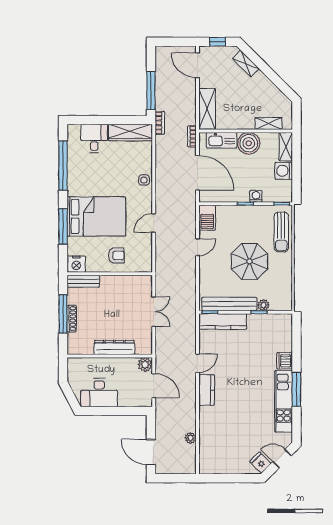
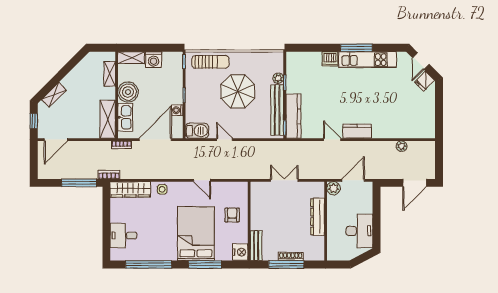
shelving: (207, 109) -> (108, 119), moved, turned 90
wardrobe: (130, 132) -> (130, 189), moved, turned 90
washing machine: (256, 196) -> (177, 110), moved

